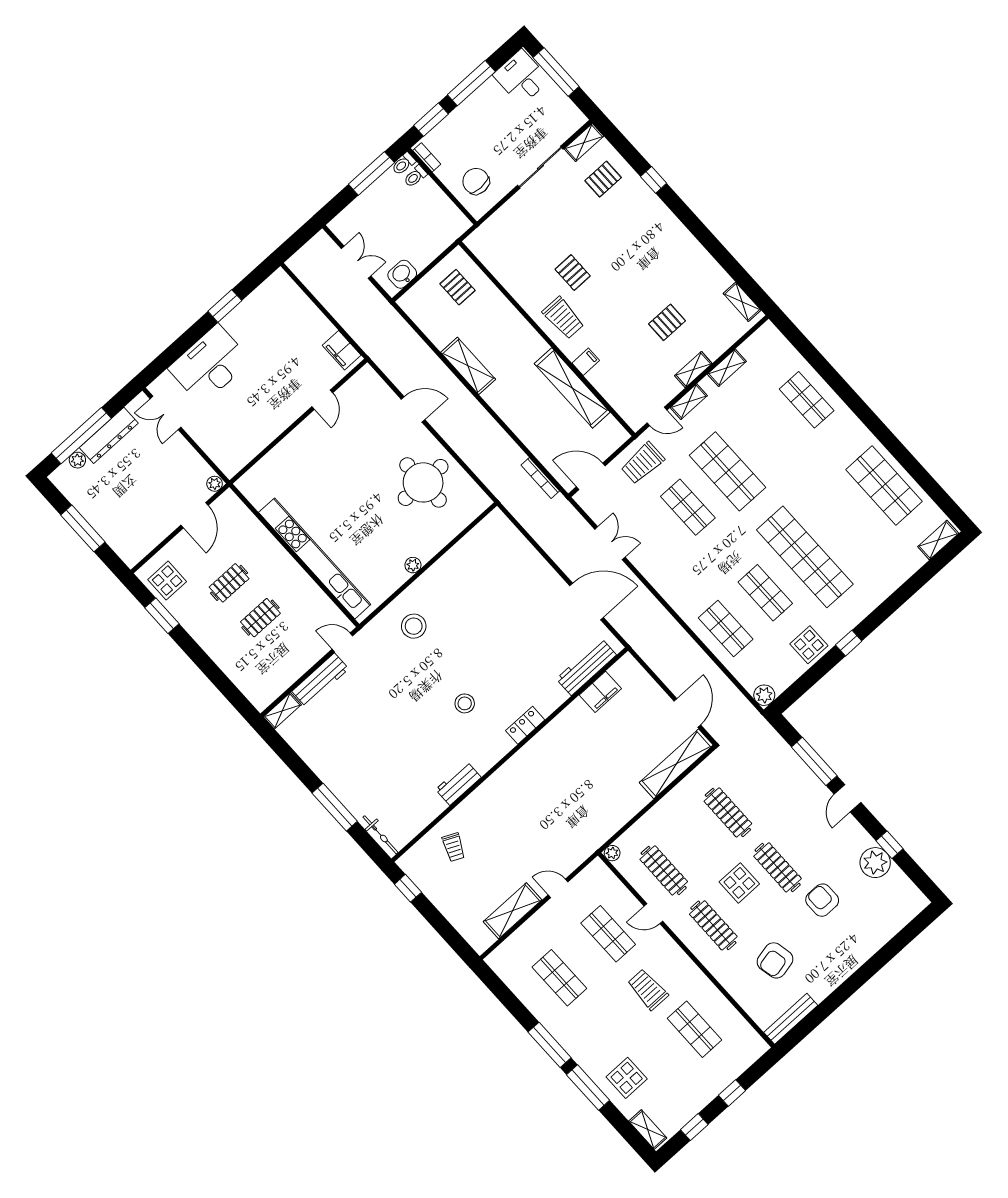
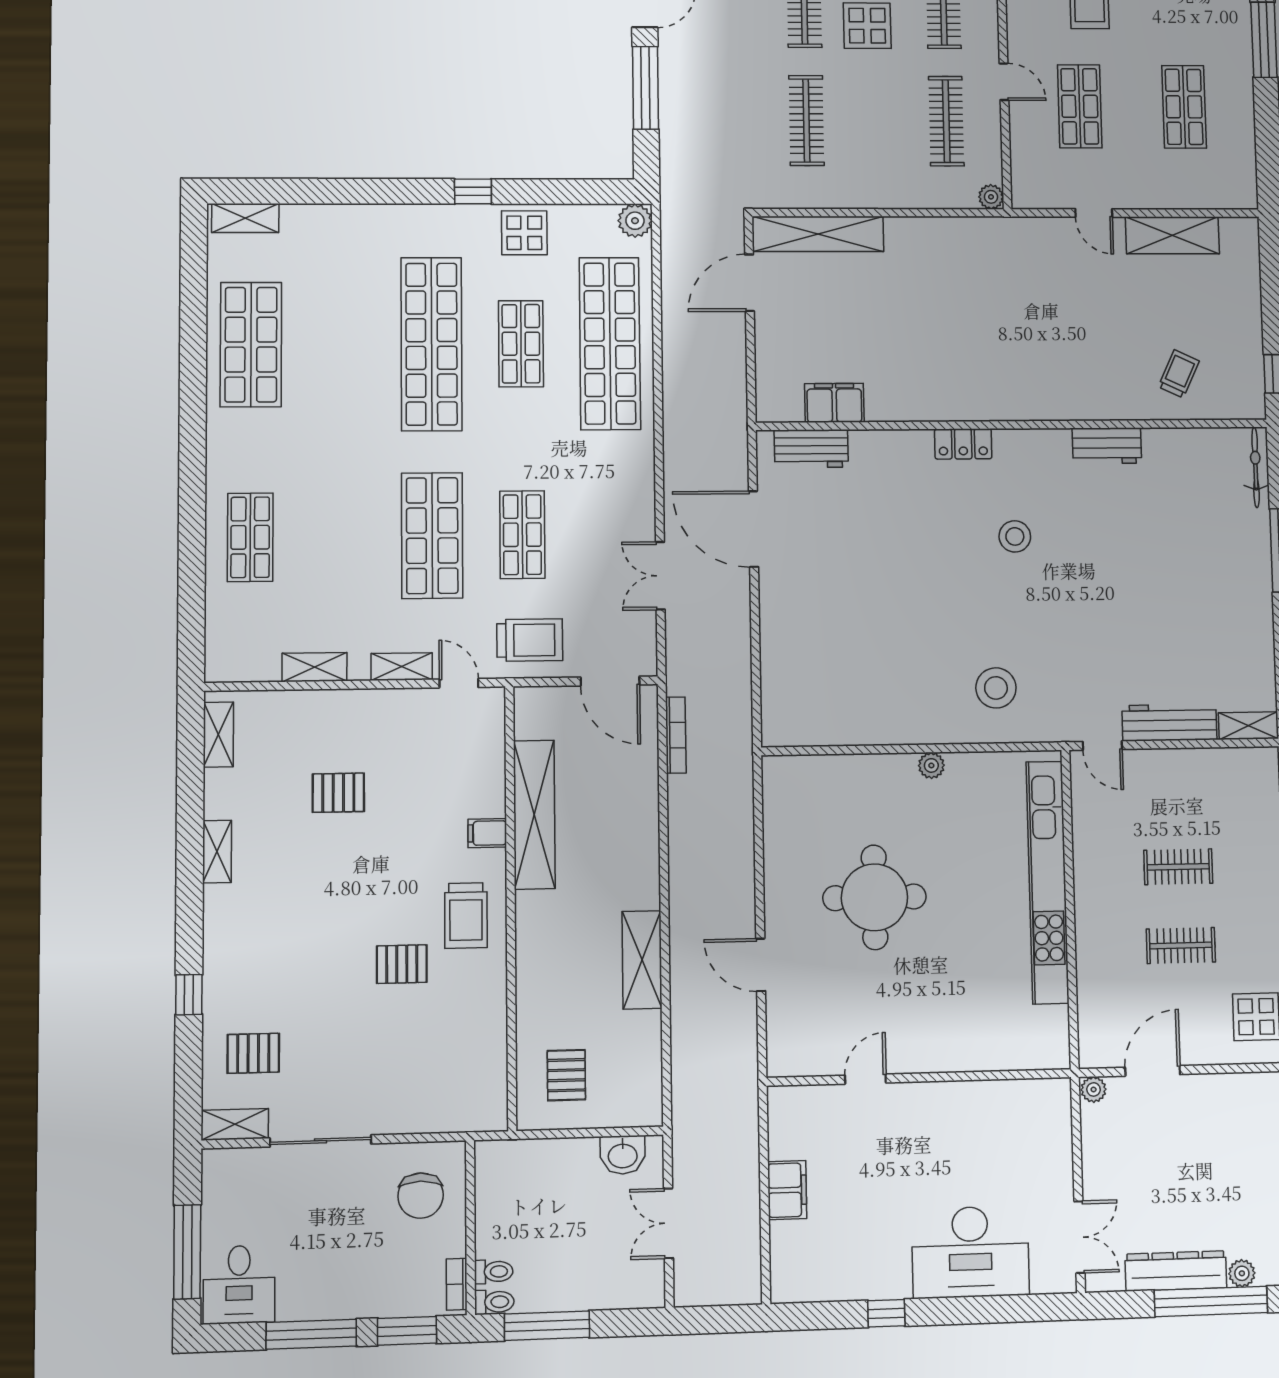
pallet: (573, 273) -> (402, 964), turned 90
window: (225, 306) -> (886, 1313), width x0.67
trolley: (563, 318) -> (466, 916), turned 180
filing cabinet: (342, 350) -> (787, 1190), moved
shelving: (693, 370) -> (217, 852), moved, turned 90
round table: (423, 482) -> (874, 897), moved
shop shelf: (726, 629) -> (610, 343), width x2.00, depth x1.36
workbench: (586, 667) -> (811, 449), width x0.73

